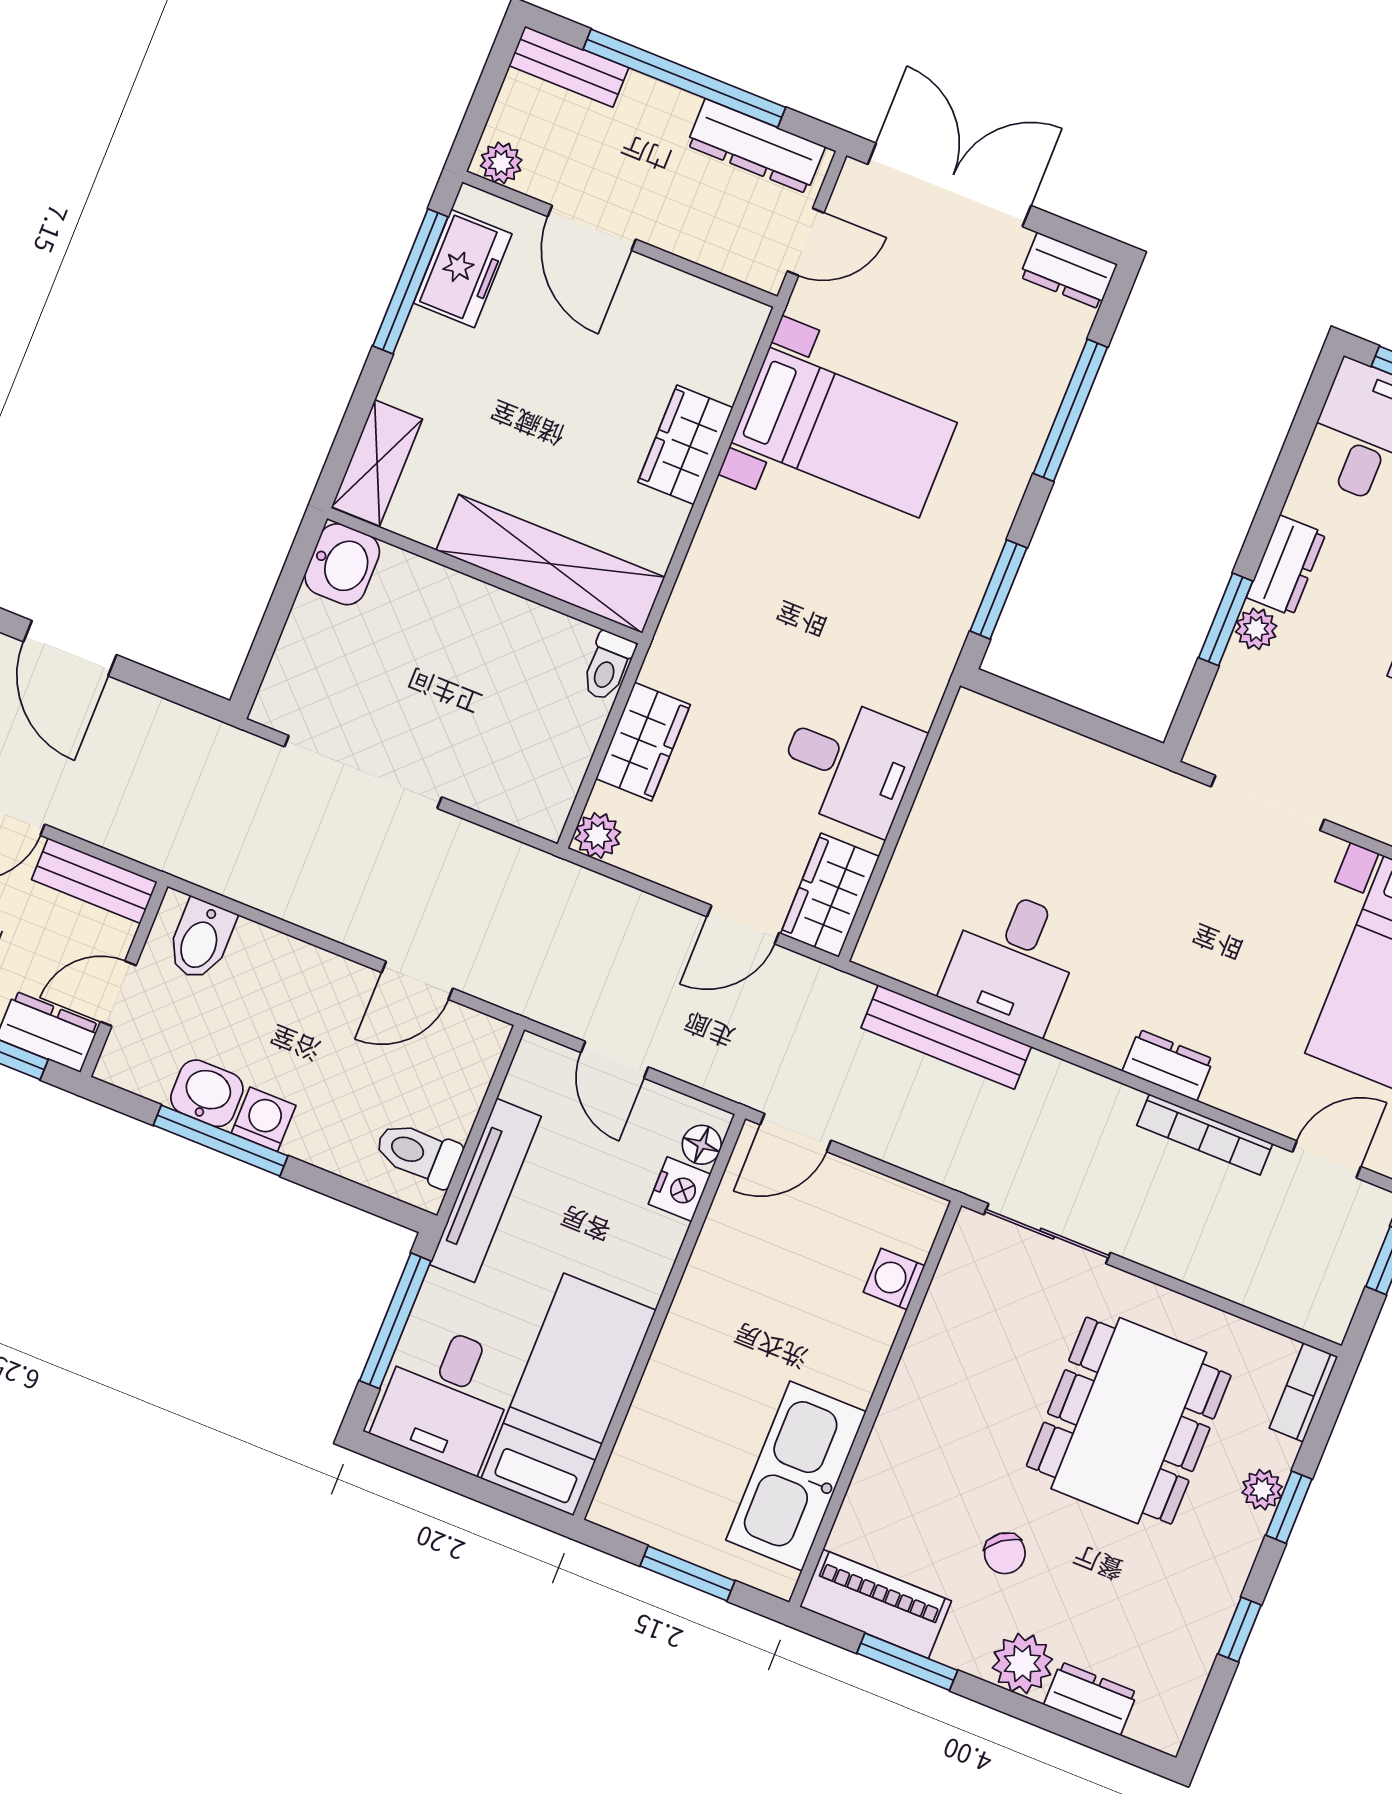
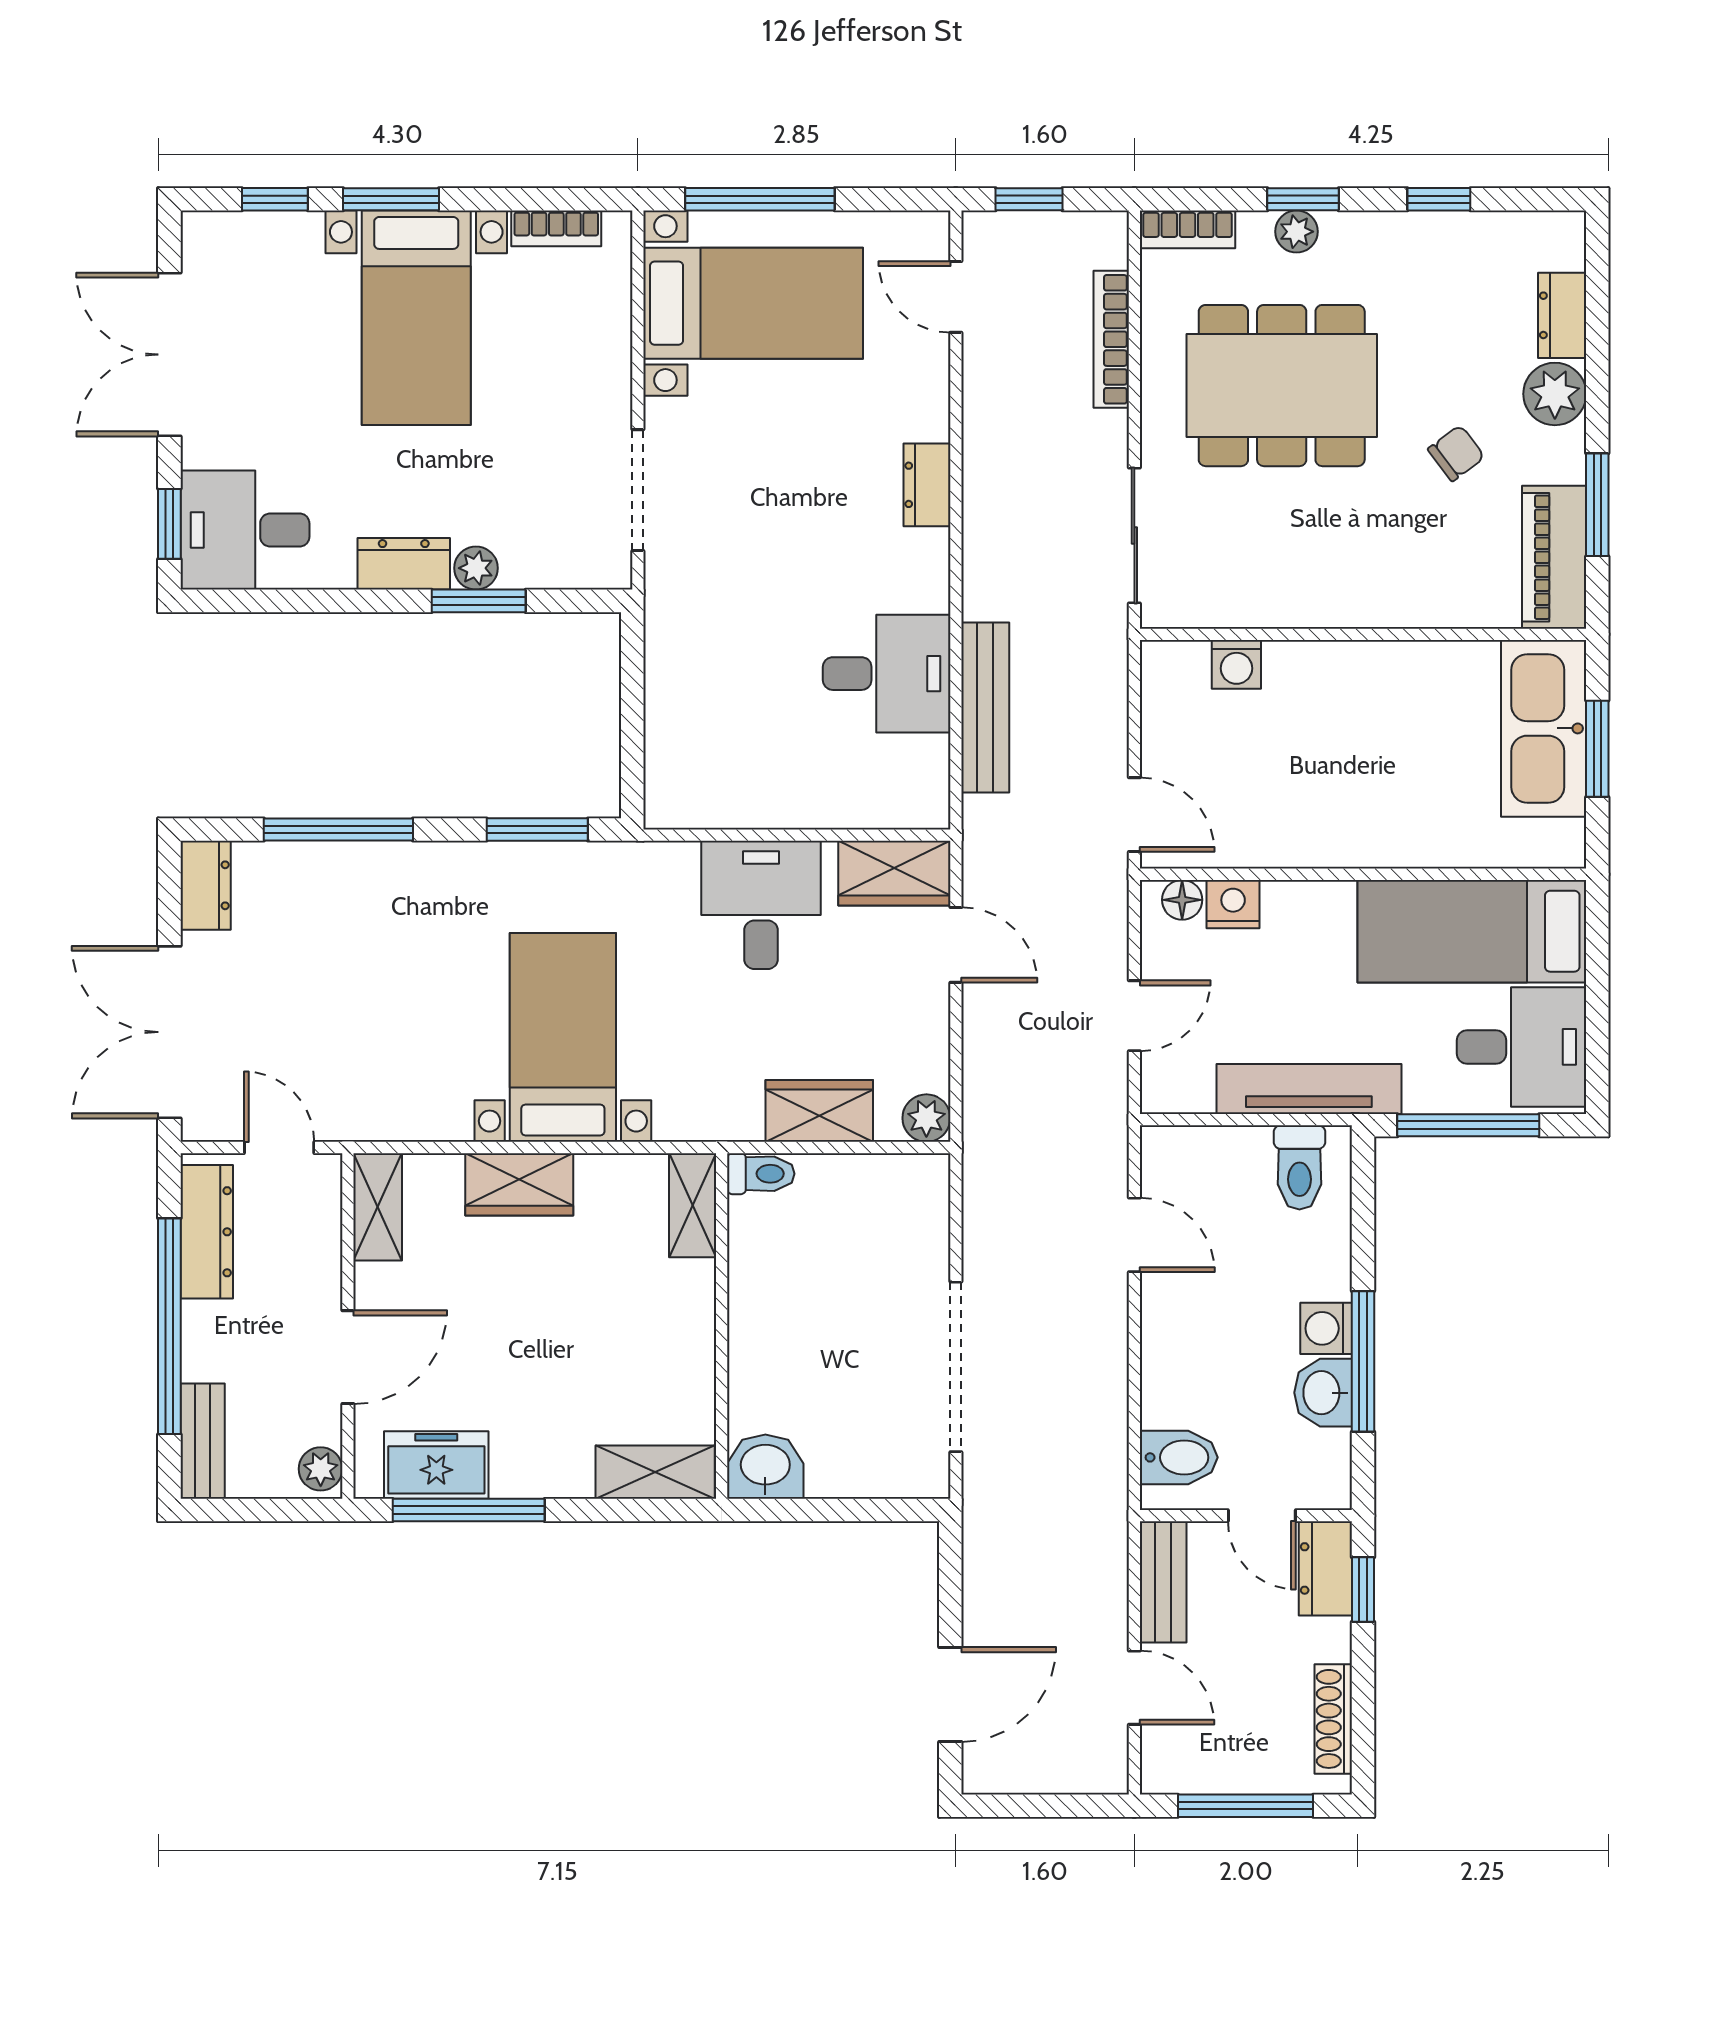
shelving: (717, 309) -> (378, 1207), added
bed with nightstands: (844, 433) -> (563, 1037), moved
shelving: (550, 564) -> (693, 1205), width x0.45, depth x0.75
bookcase: (1205, 1135) -> (1111, 339), moved, turned 180
kitchen sink: (796, 1476) -> (1544, 728), moved, turned 90

